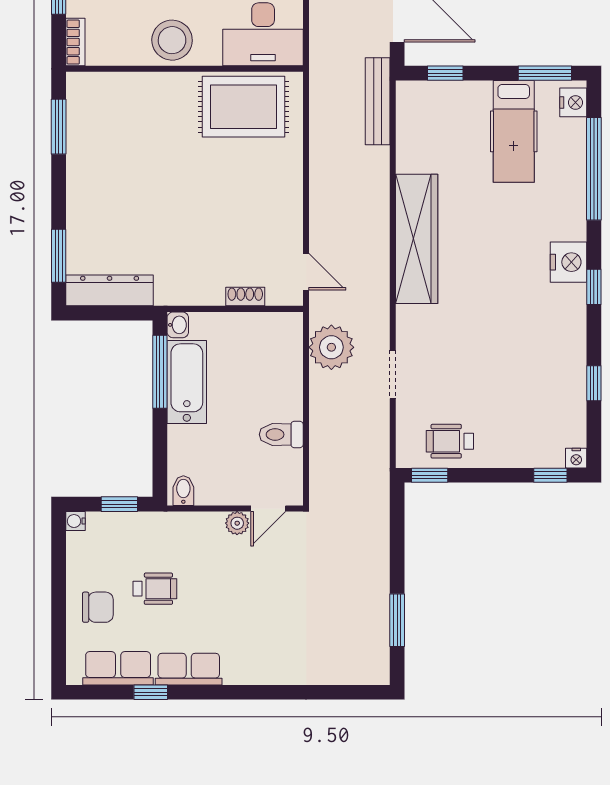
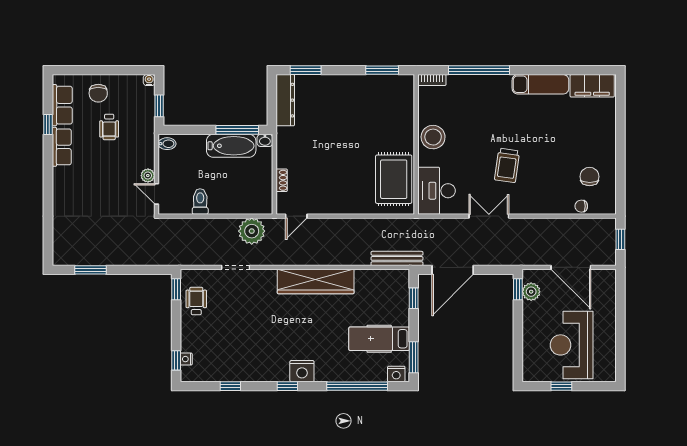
nightstand: (576, 458) -> (186, 359), moved

